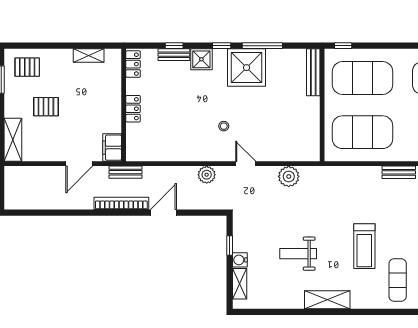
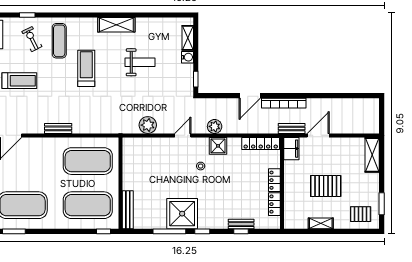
shelving: (89, 56) -> (321, 223), moved
shower: (201, 59) -> (218, 146), moved
locker: (133, 64) -> (274, 204), moved
pallet: (46, 107) -> (326, 186), moved, width x1.50, depth x1.42
locker: (150, 154) -> (261, 143), added
door: (246, 164) -> (183, 135), swing flipped
bench: (125, 172) -> (292, 129), moved
window: (230, 246) -> (196, 79), moved

